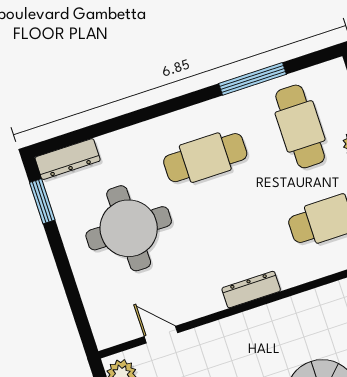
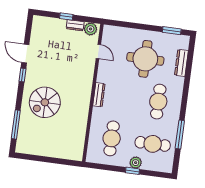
dresser: (68, 159) -> (181, 63), moved
door: (161, 335) -> (98, 51), hinge flipped

